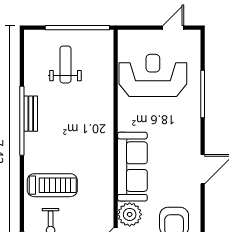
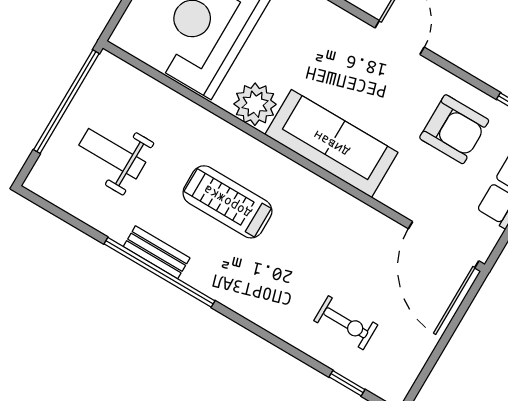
treadmill: (52, 185) -> (227, 202), moved, turned -90
plant: (130, 214) -> (255, 104), moved

